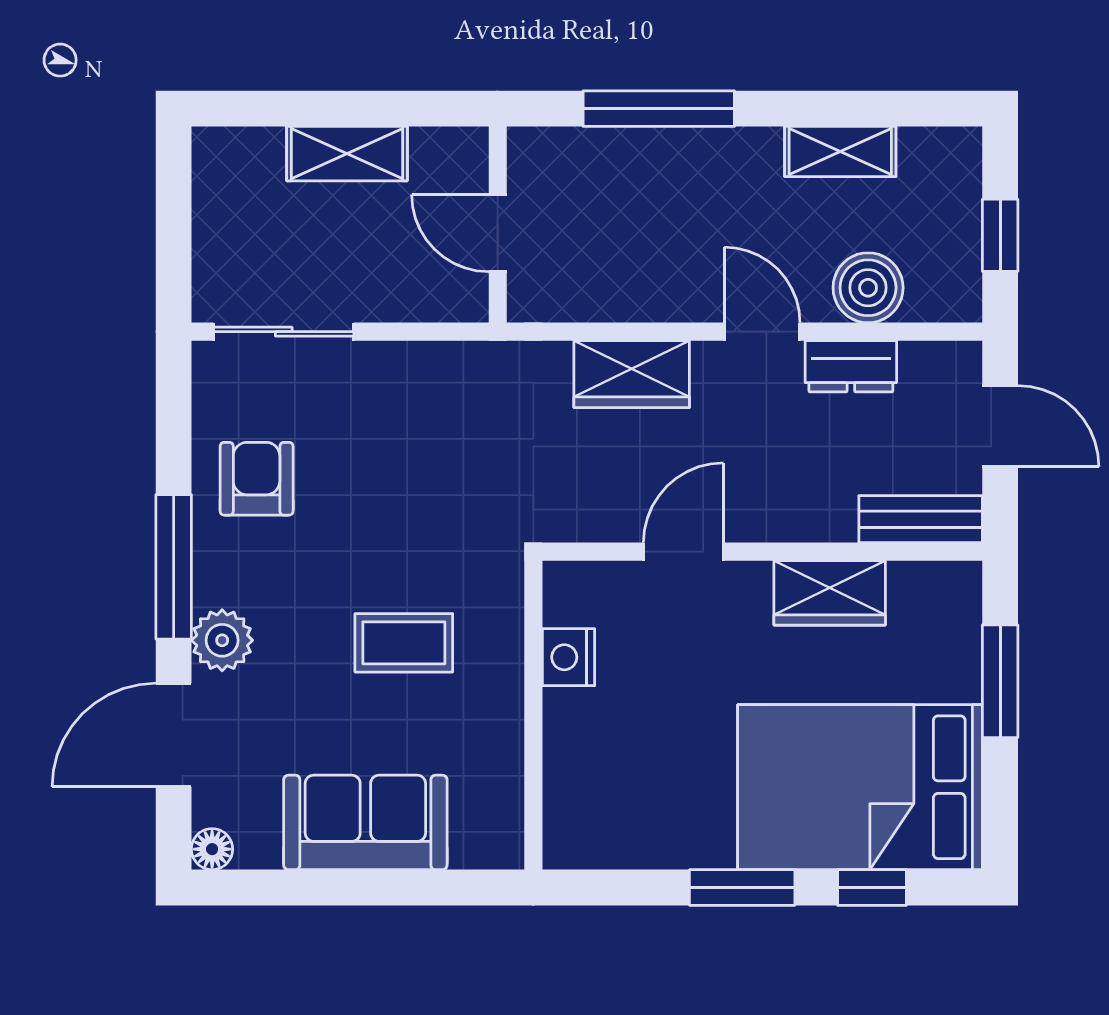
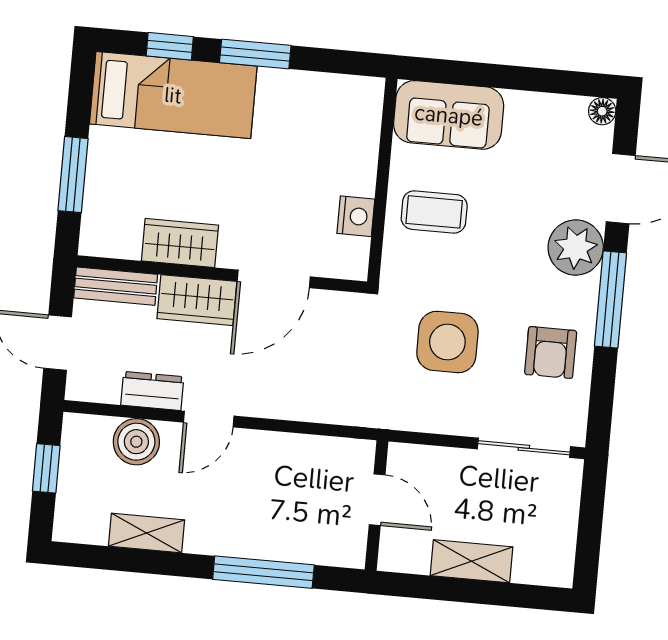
door: (762, 332) -> (209, 419), hinge flipped
wardrobe: (632, 374) -> (197, 300), moved, turned 180
side table: (413, 480) -> (447, 342), added
door: (683, 552) -> (274, 279), width x1.38
plant: (222, 640) -> (576, 248), width x1.36, depth x1.36
coffee table: (404, 643) -> (434, 212), moved
bed: (860, 787) -> (173, 95), width x0.67
sofa: (365, 822) -> (449, 115), moved

